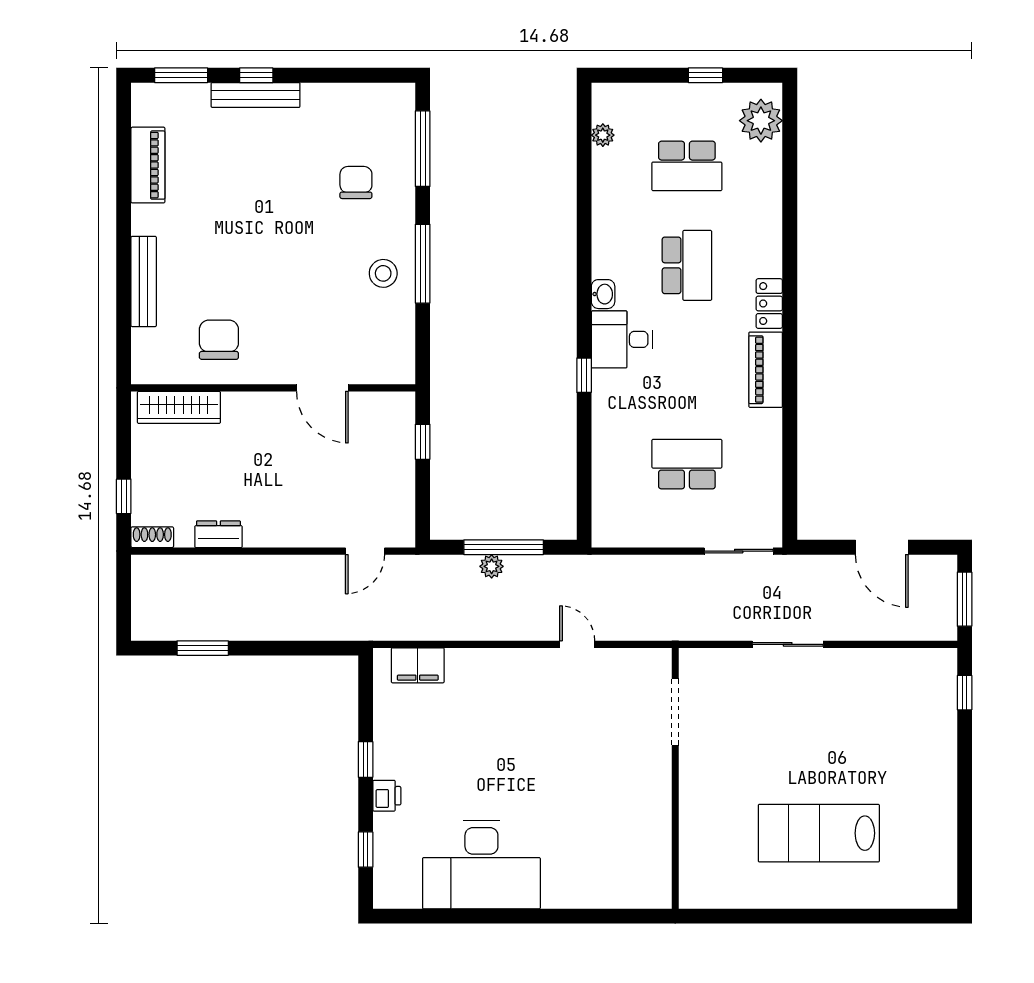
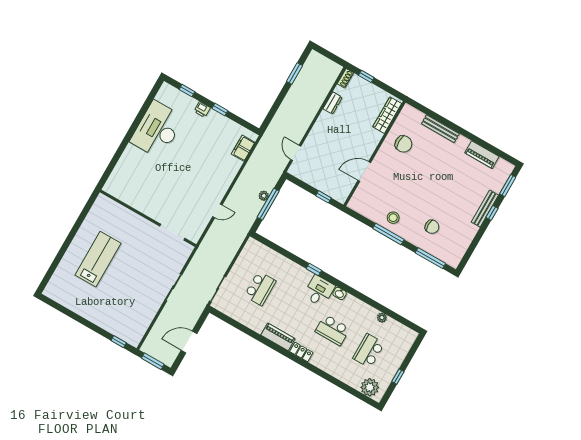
plant: (603, 135) -> (382, 318), moved

